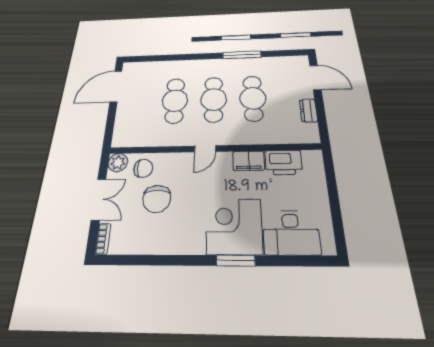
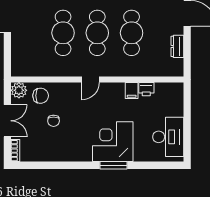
filing cabinet: (249, 161) -> (132, 91), width x0.50
printer: (284, 162) -> (146, 89), width x0.53, depth x0.68
chair: (157, 199) -> (54, 121), width x0.54, depth x0.54
desk: (291, 233) -> (168, 137), moved, turned -90

